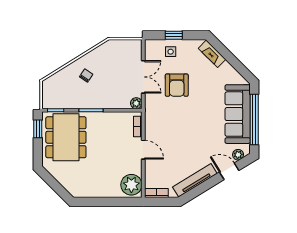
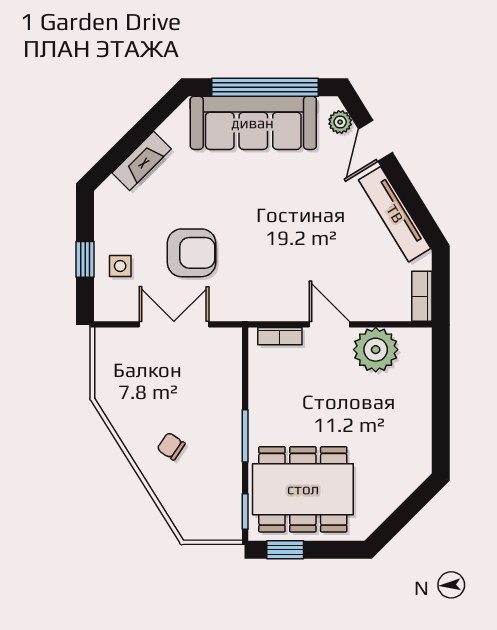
fireplace: (212, 54) -> (142, 161), moved
plant: (136, 103) -> (230, 339), removed
door: (143, 150) -> (329, 324), hinge flipped
plant: (131, 185) -> (376, 350), moved

